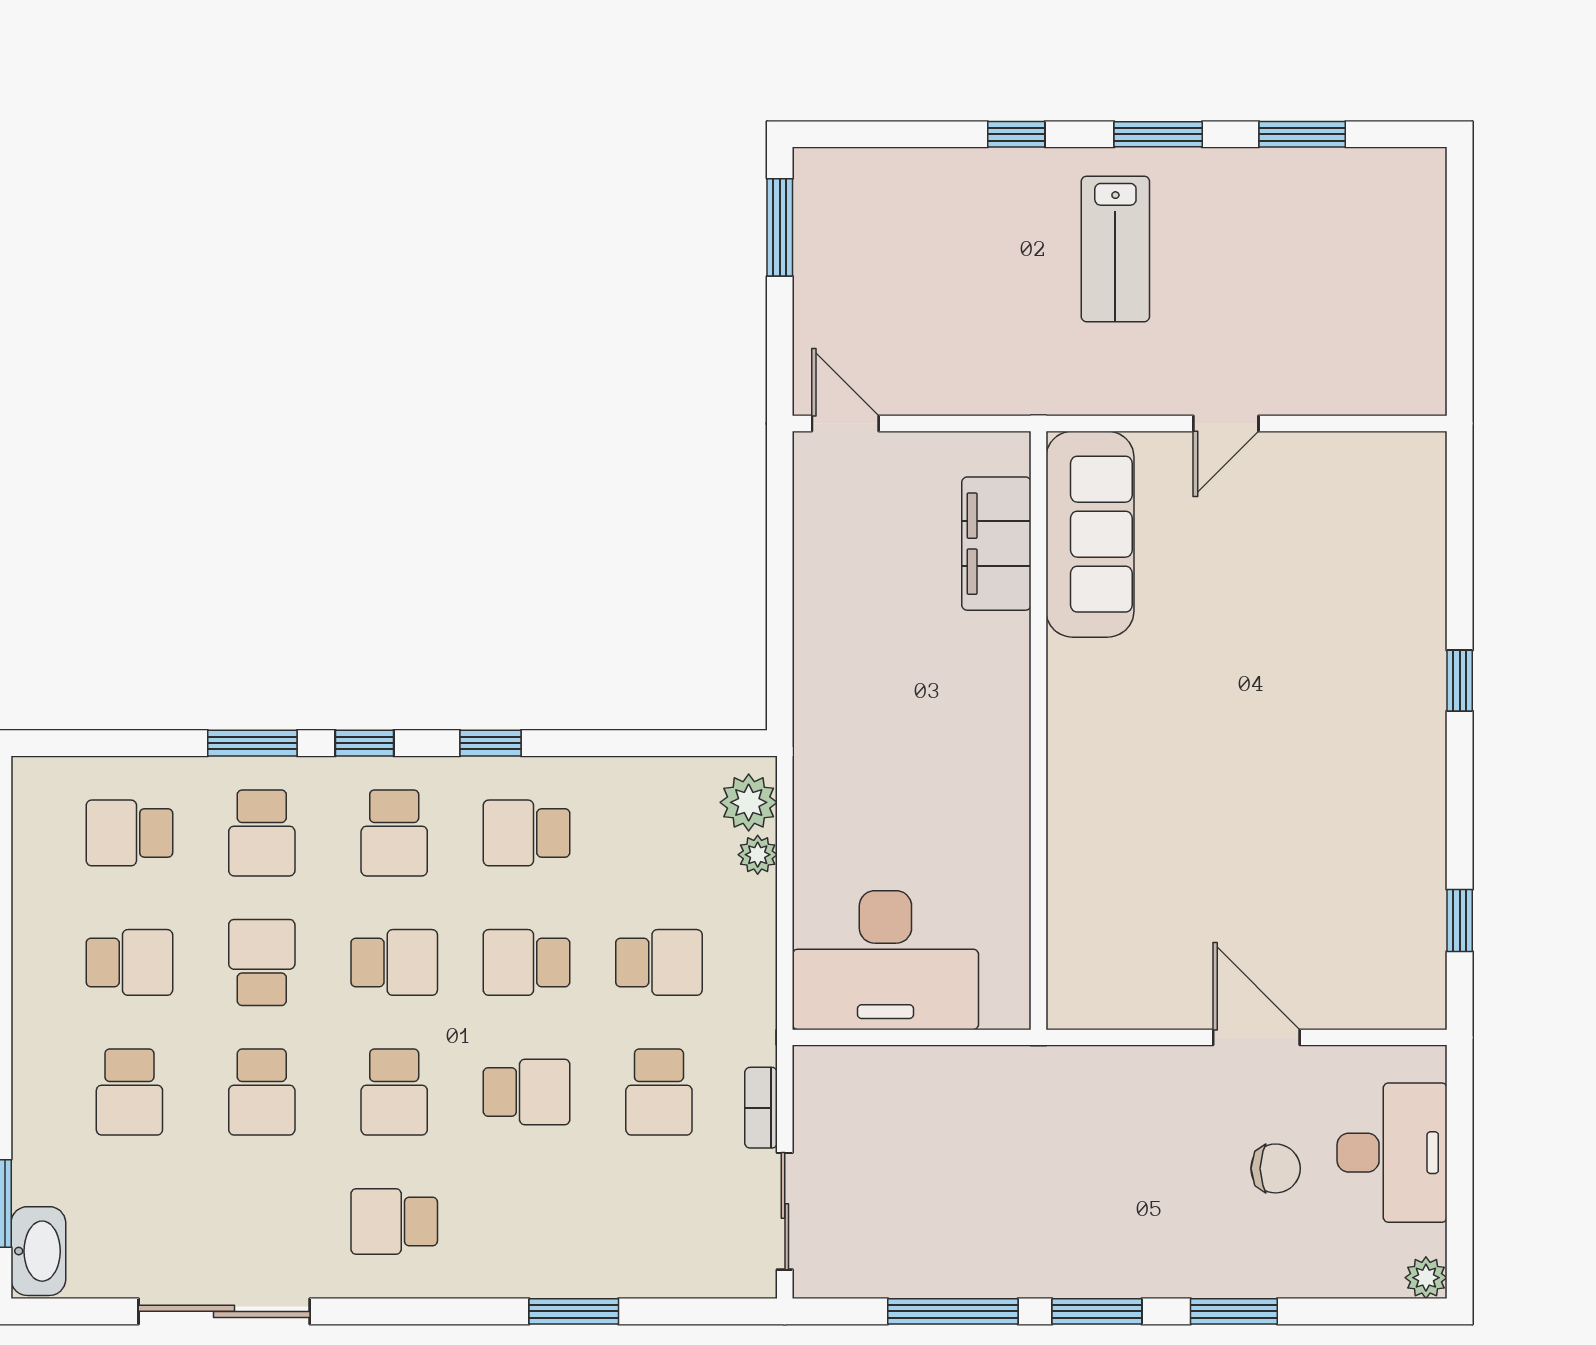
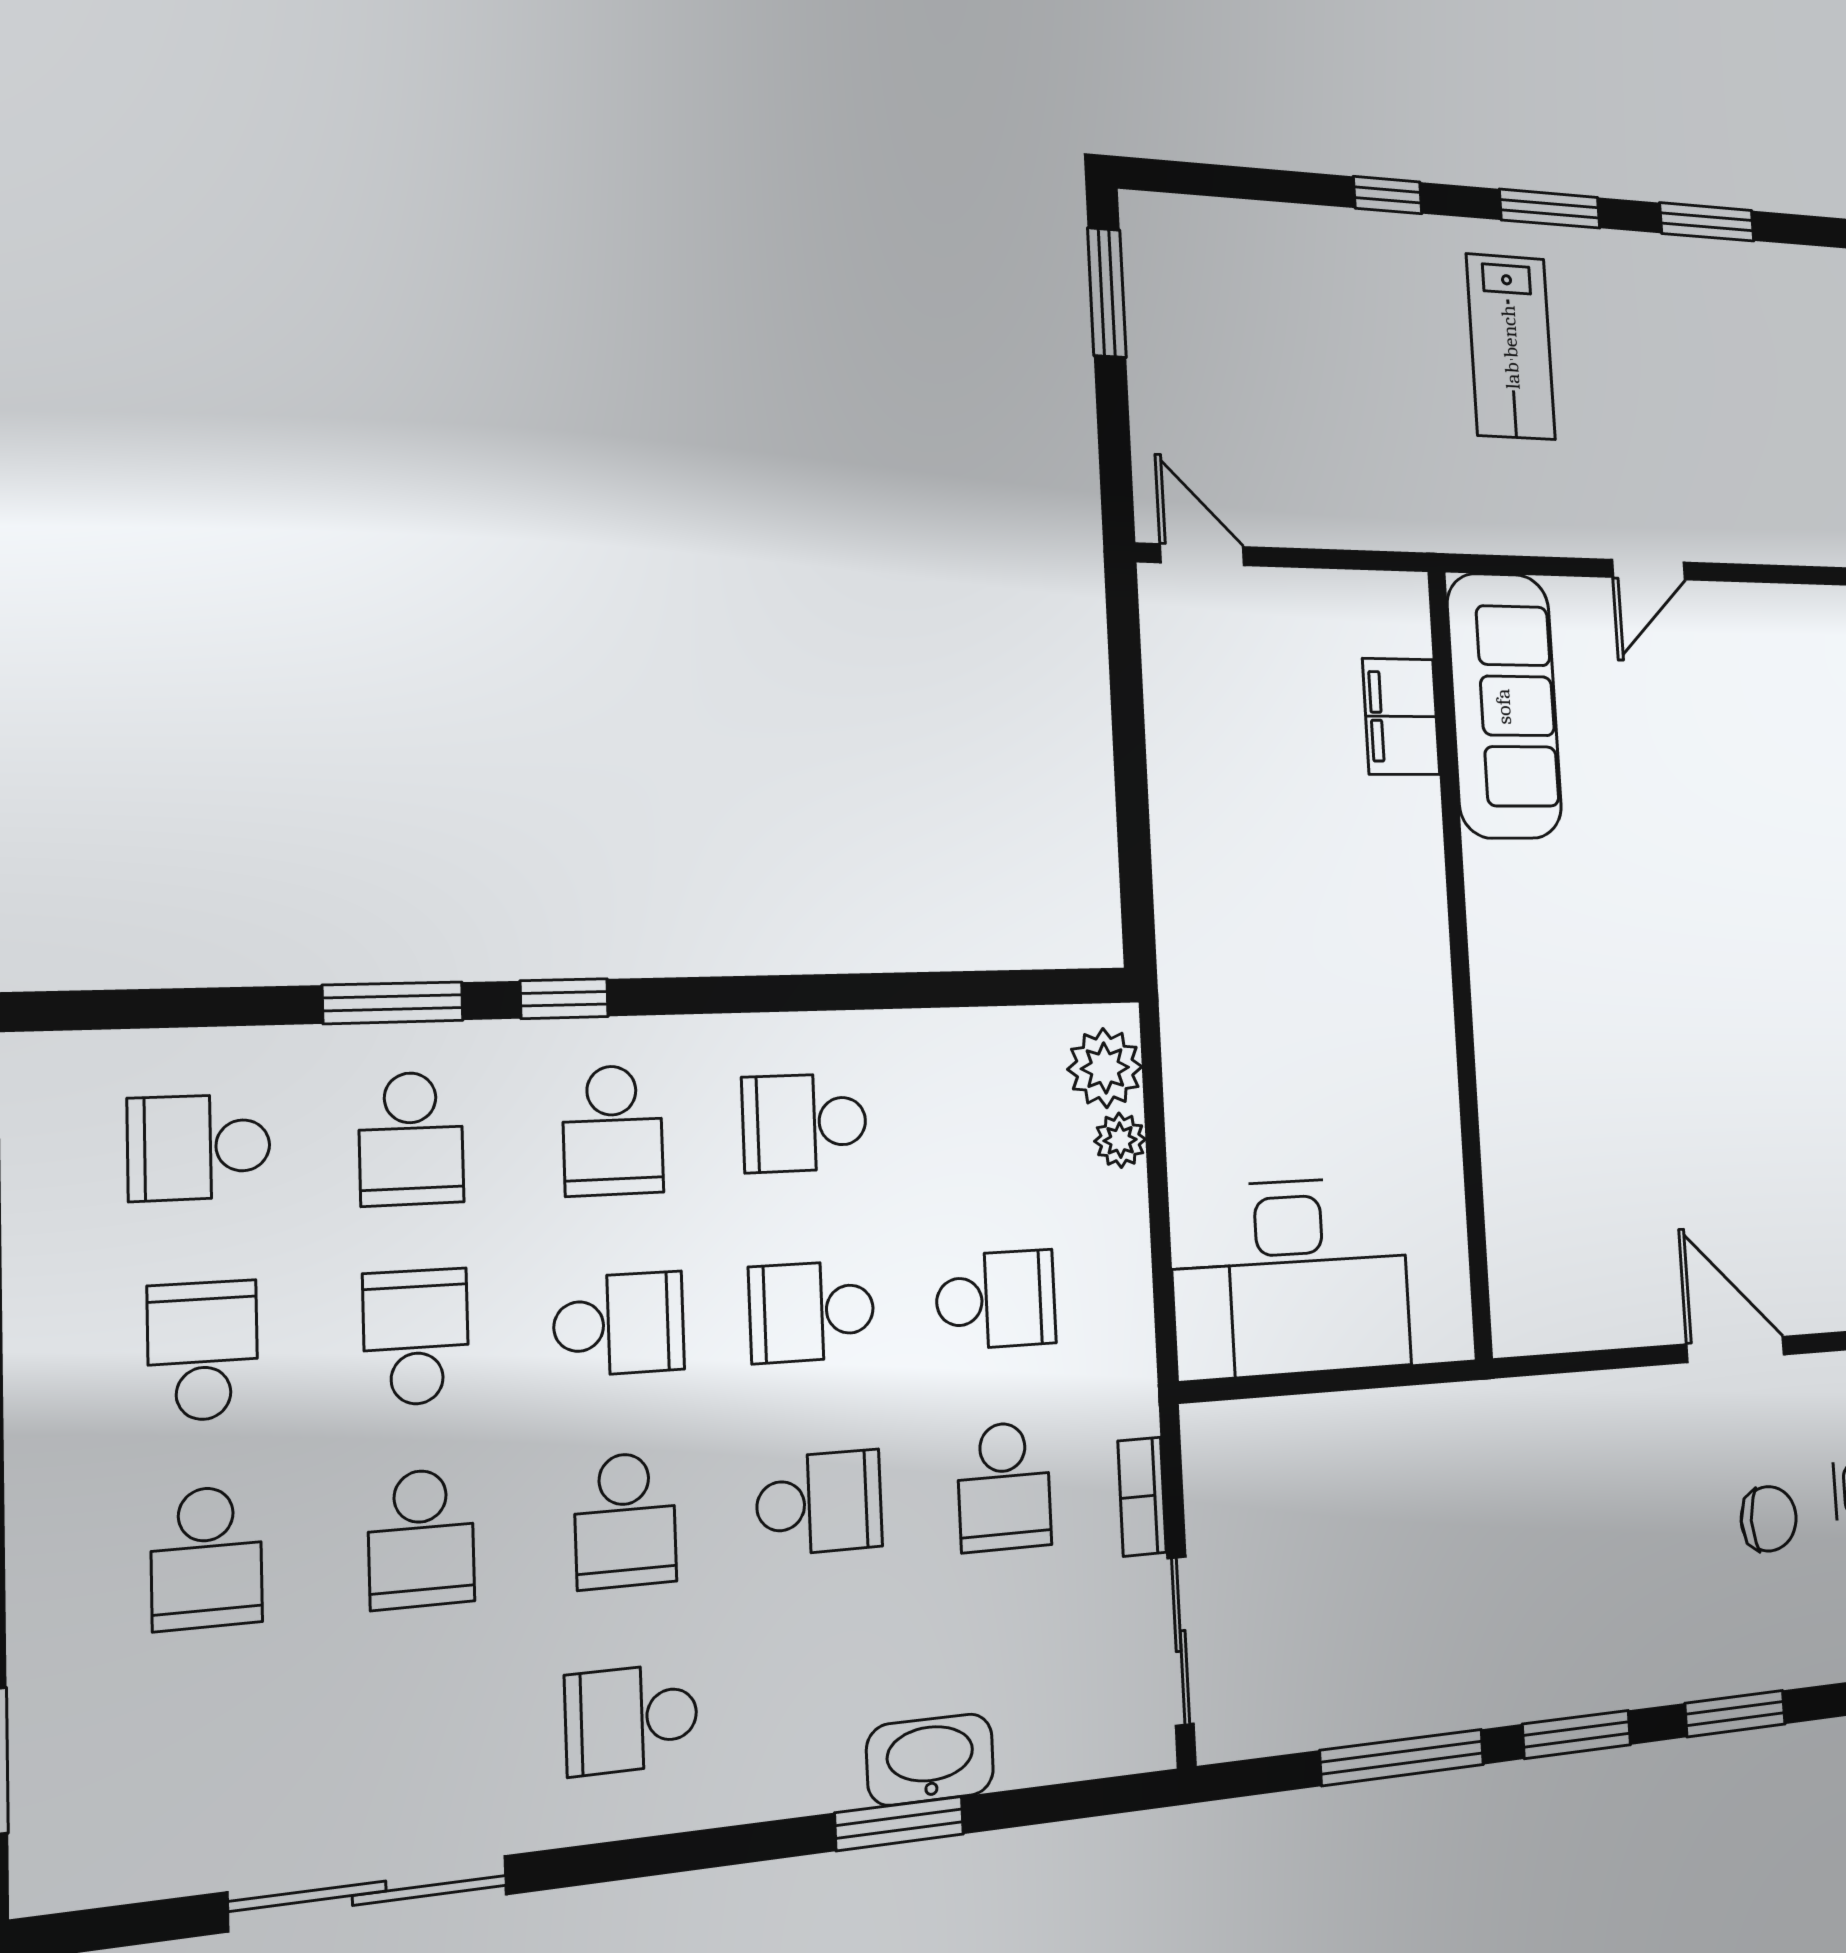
filing cabinet: (996, 544) -> (1401, 717), width x0.67, depth x0.86
window: (490, 743) -> (748, 994), removed
school desk: (129, 962) -> (203, 1351), turned -90
washbasin: (38, 1251) -> (930, 1760), moved, turned -90

